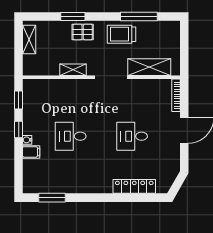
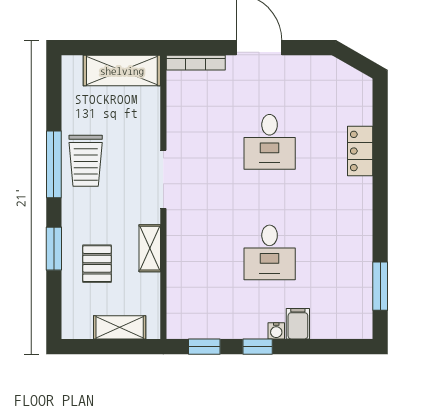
window: (139, 17) -> (54, 164), moved
pallet: (83, 32) -> (97, 264), moved
shelving: (29, 40) -> (120, 327), moved
shelving: (149, 67) -> (122, 71), moved, turned 90
locker: (134, 186) -> (360, 151), width x0.66

